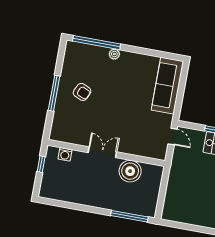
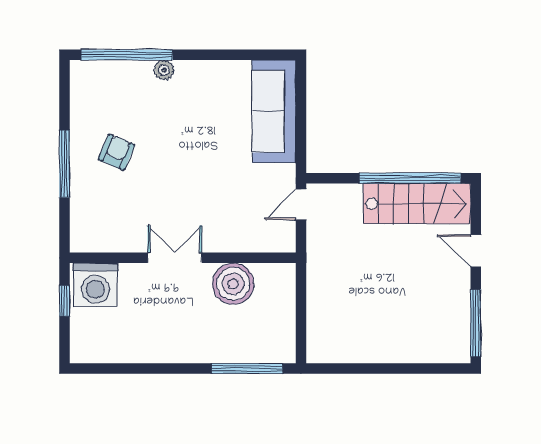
armchair: (82, 92) -> (116, 152), turned -91
door: (173, 137) -> (301, 205), swing flipped
washing machine: (65, 154) -> (95, 285), width x1.89, depth x1.89

